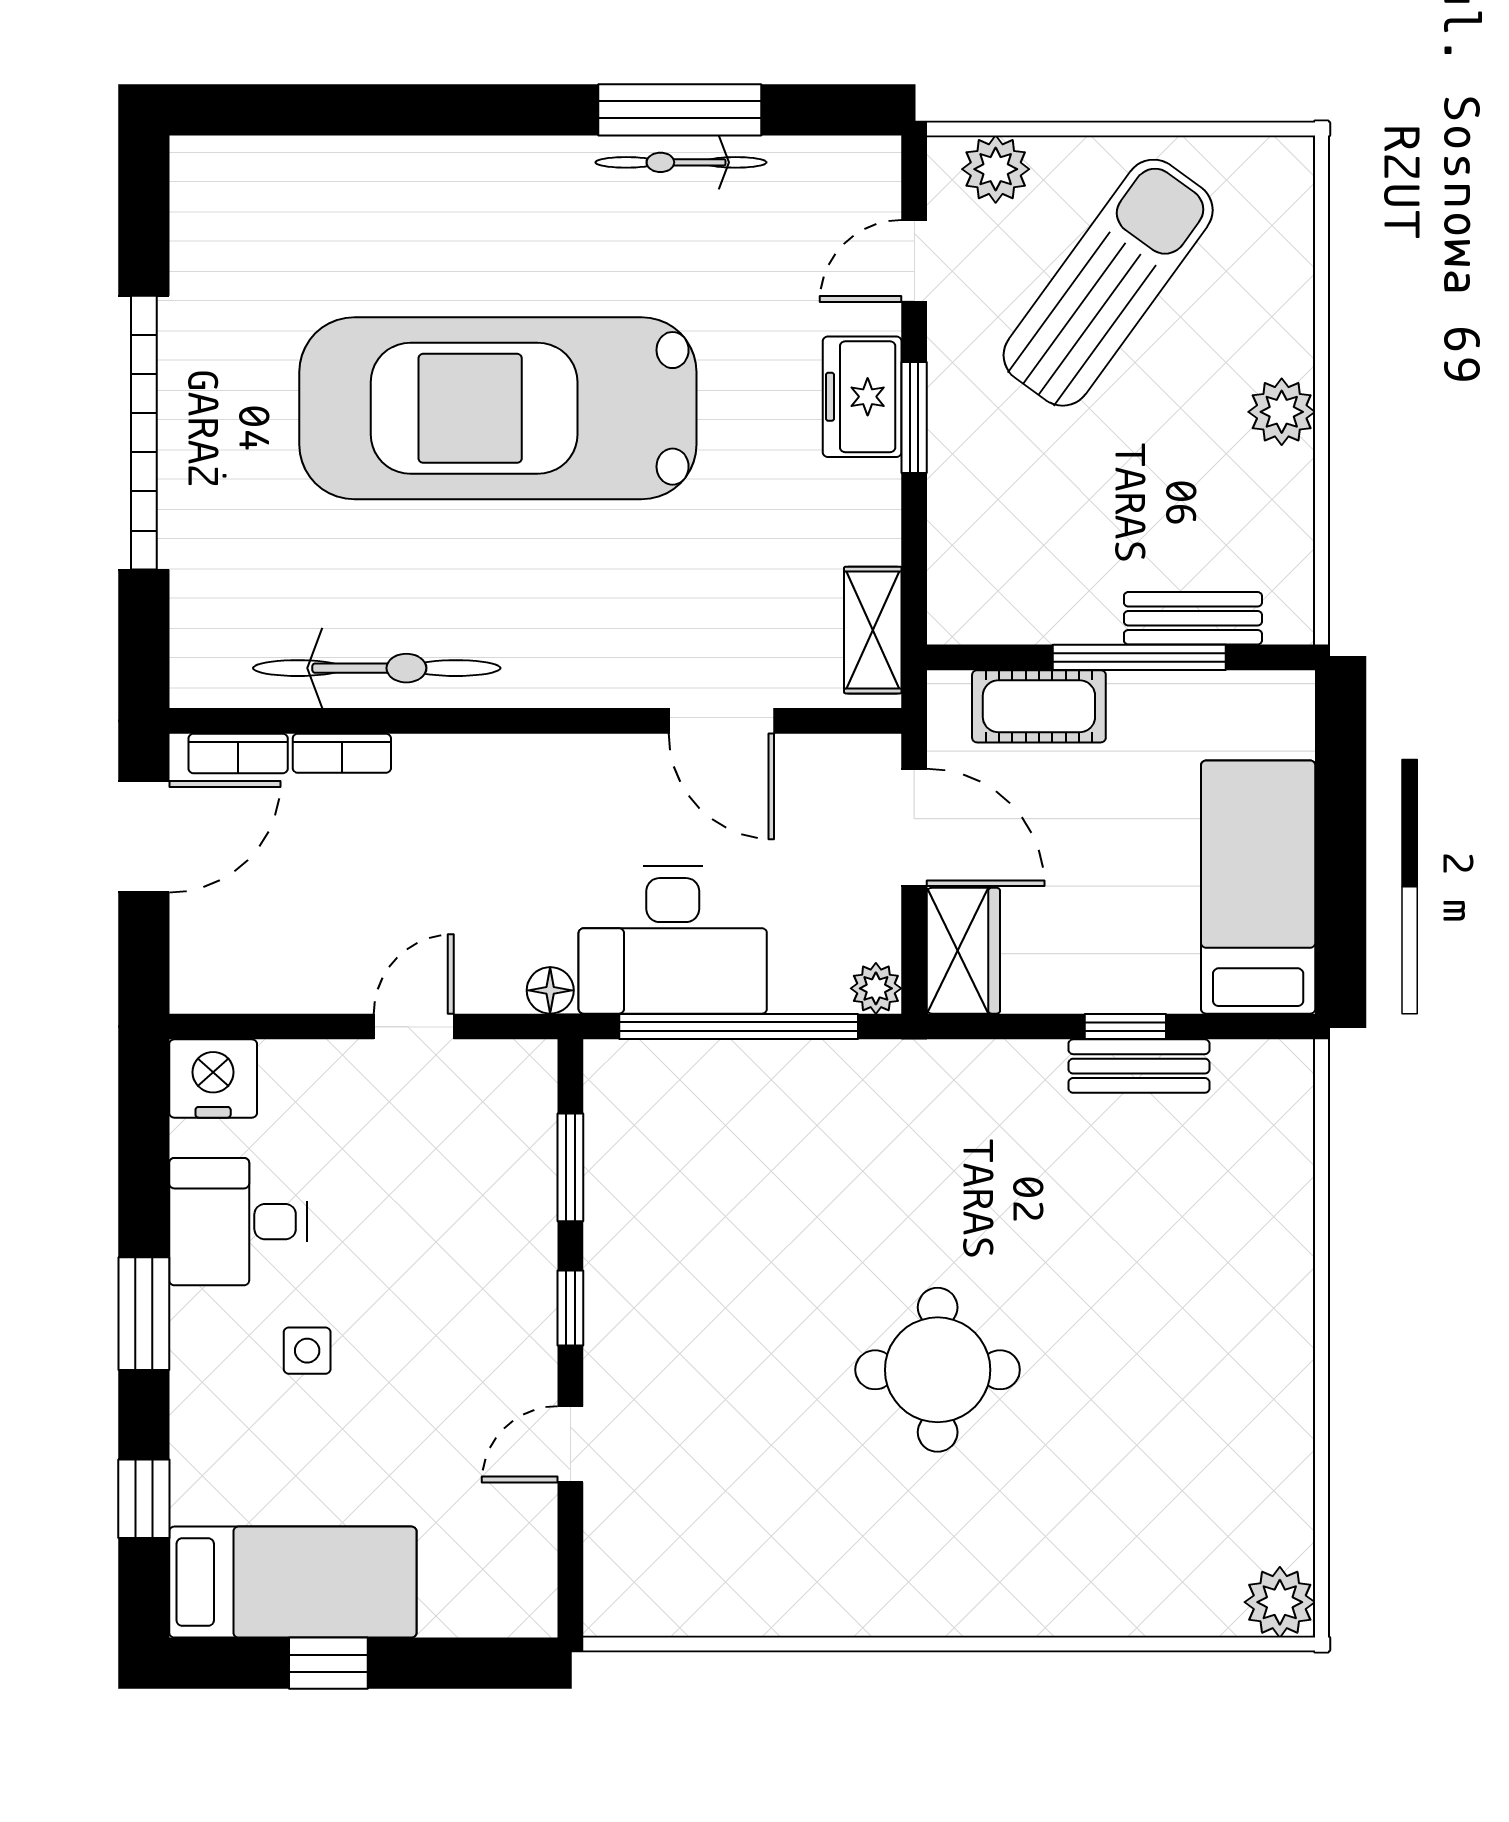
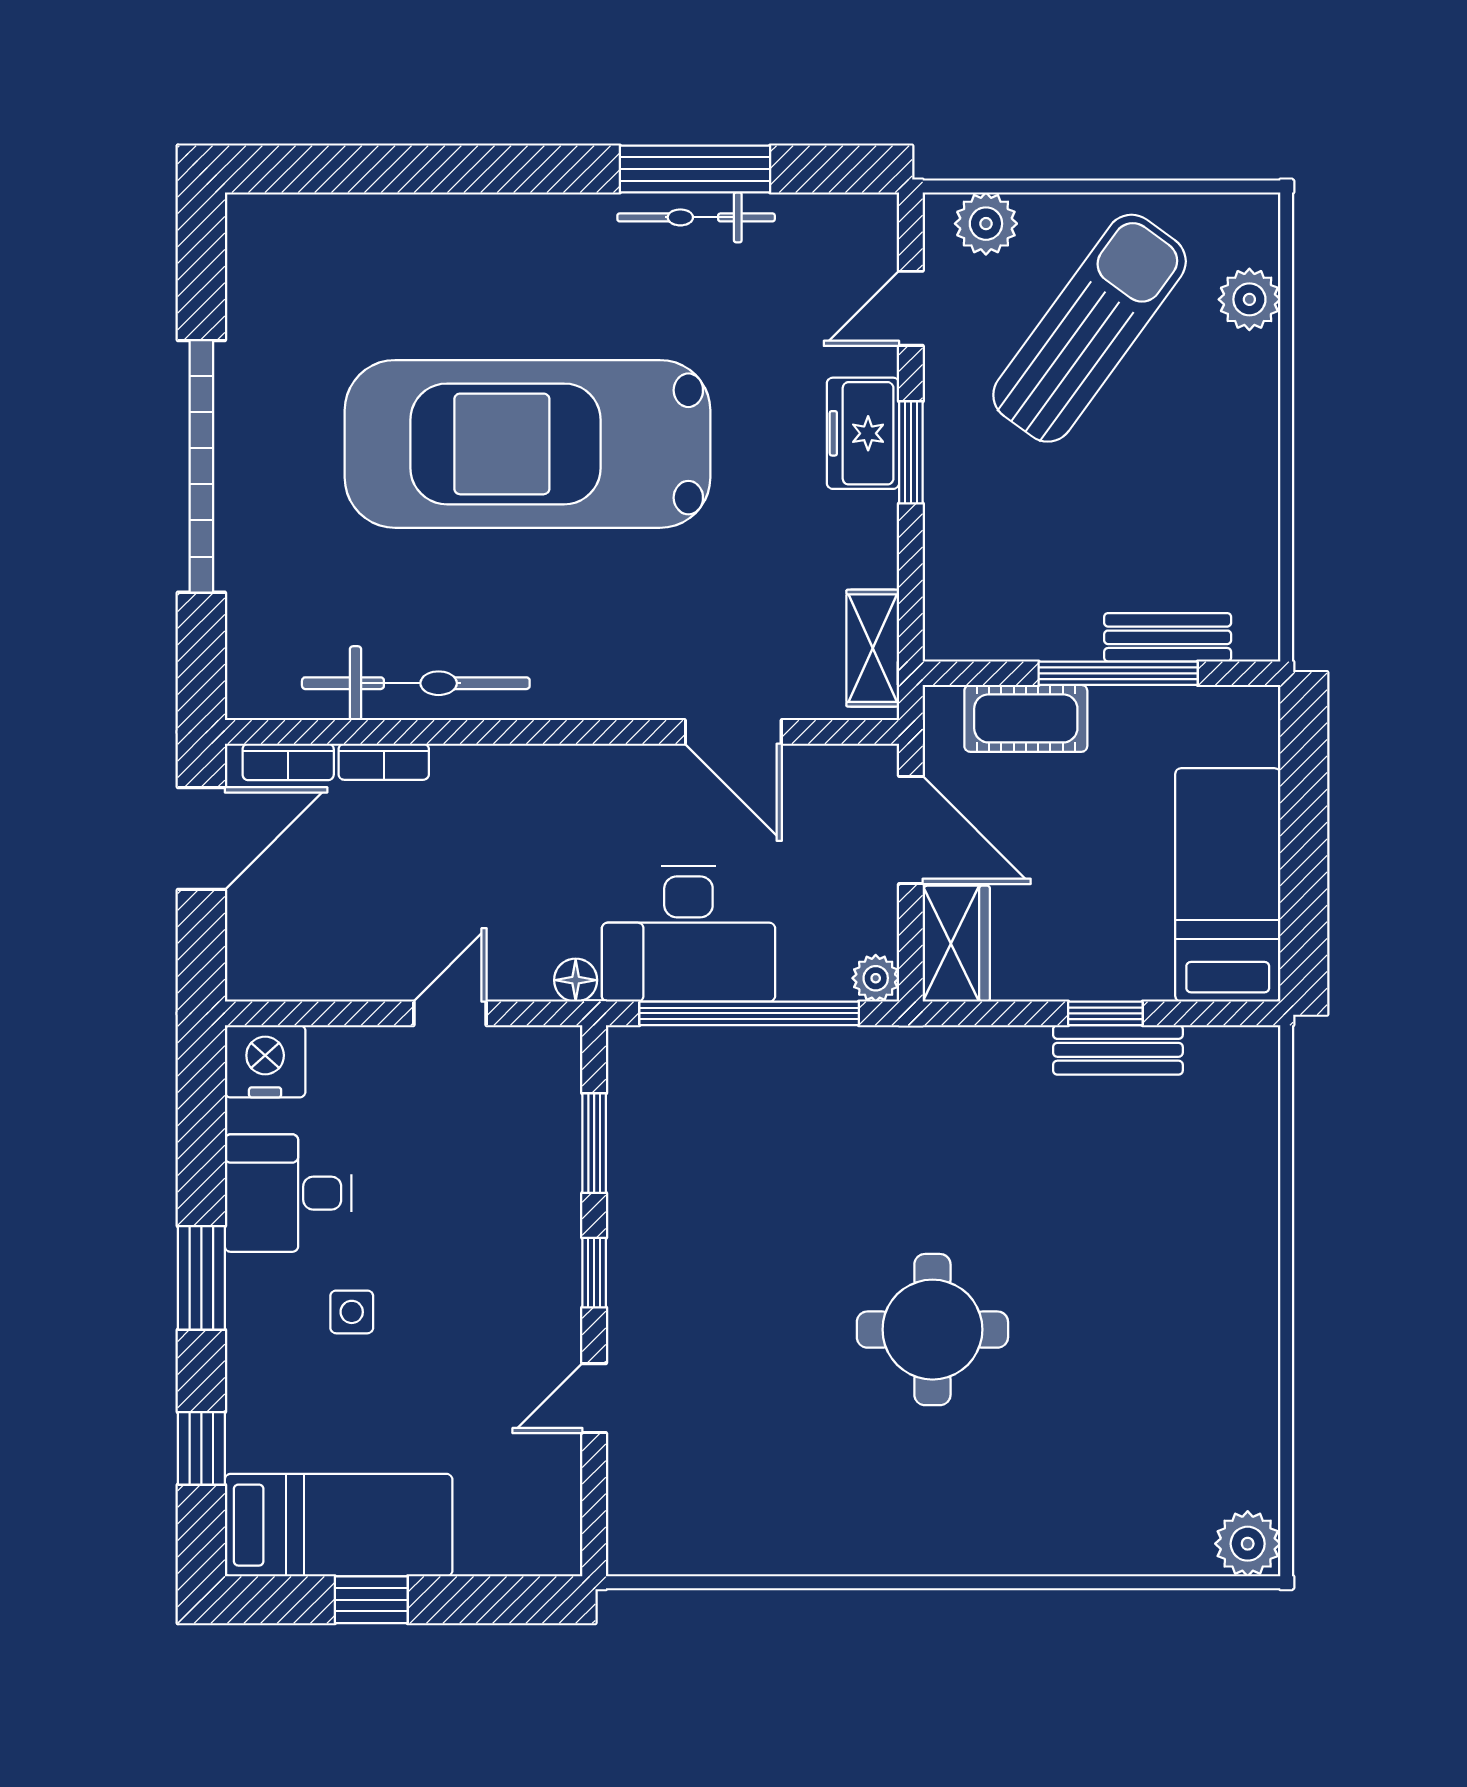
plant: (1282, 412) -> (1249, 299), moved

